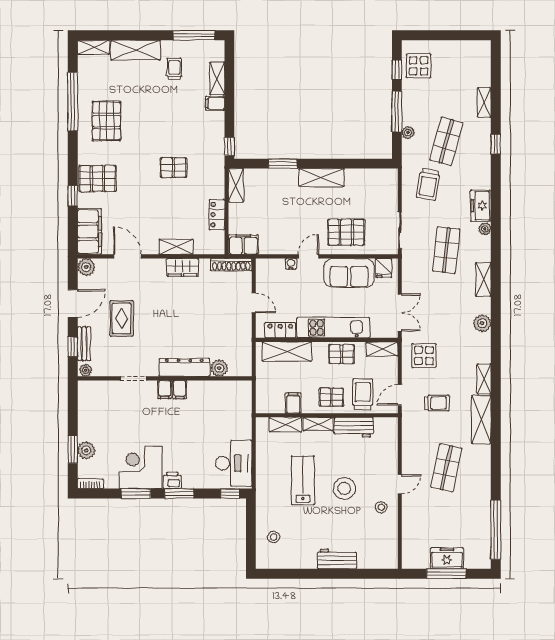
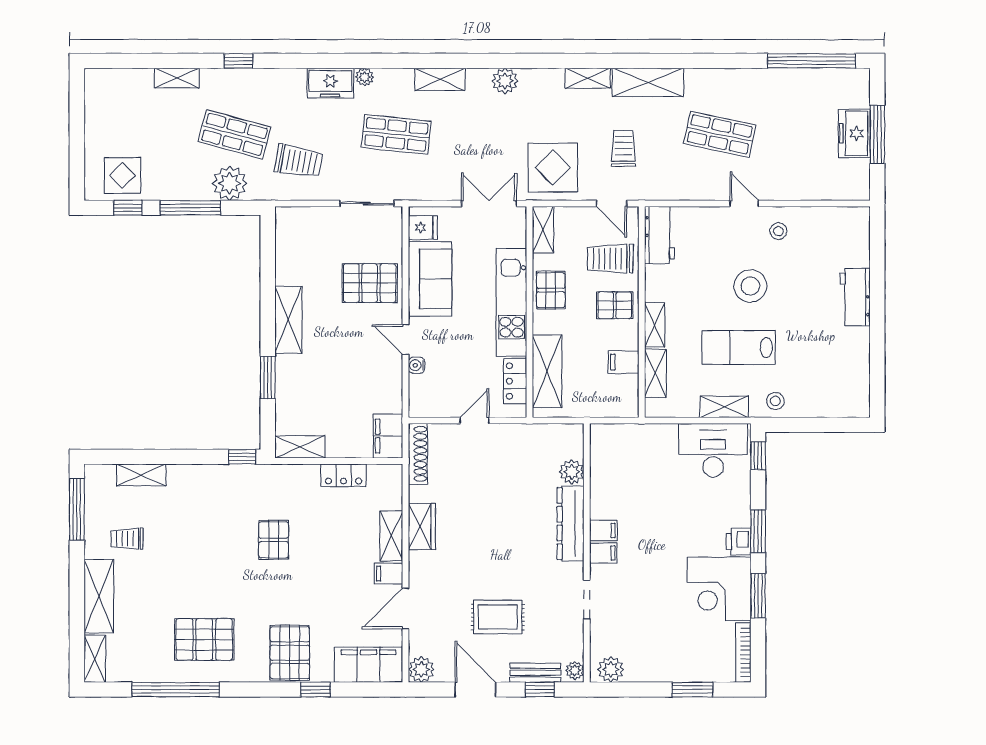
filing cabinet: (215, 103) -> (389, 574), moved, turned 90
plant: (408, 133) -> (230, 183), width x1.88, depth x1.88
pallet: (346, 232) -> (370, 283), turned 90
display table: (424, 355) -> (553, 168), width x1.36, depth x1.36
pallet: (331, 397) -> (615, 305), turned 90
workbench: (354, 427) -> (659, 235), moved
plant: (86, 450) -> (611, 669), moved
shelving: (263, 471) -> (724, 407), added
bookcase: (90, 484) -> (743, 653), width x1.56
stool: (274, 537) -> (775, 401), moved

